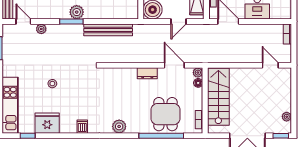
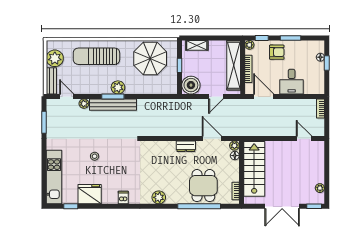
bench: (108, 30) -> (113, 105), moved

